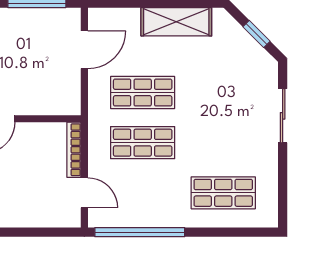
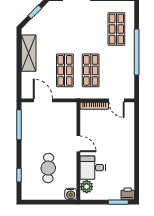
door: (84, 193) -> (116, 100), swing flipped
window: (140, 232) -> (137, 52), moved

